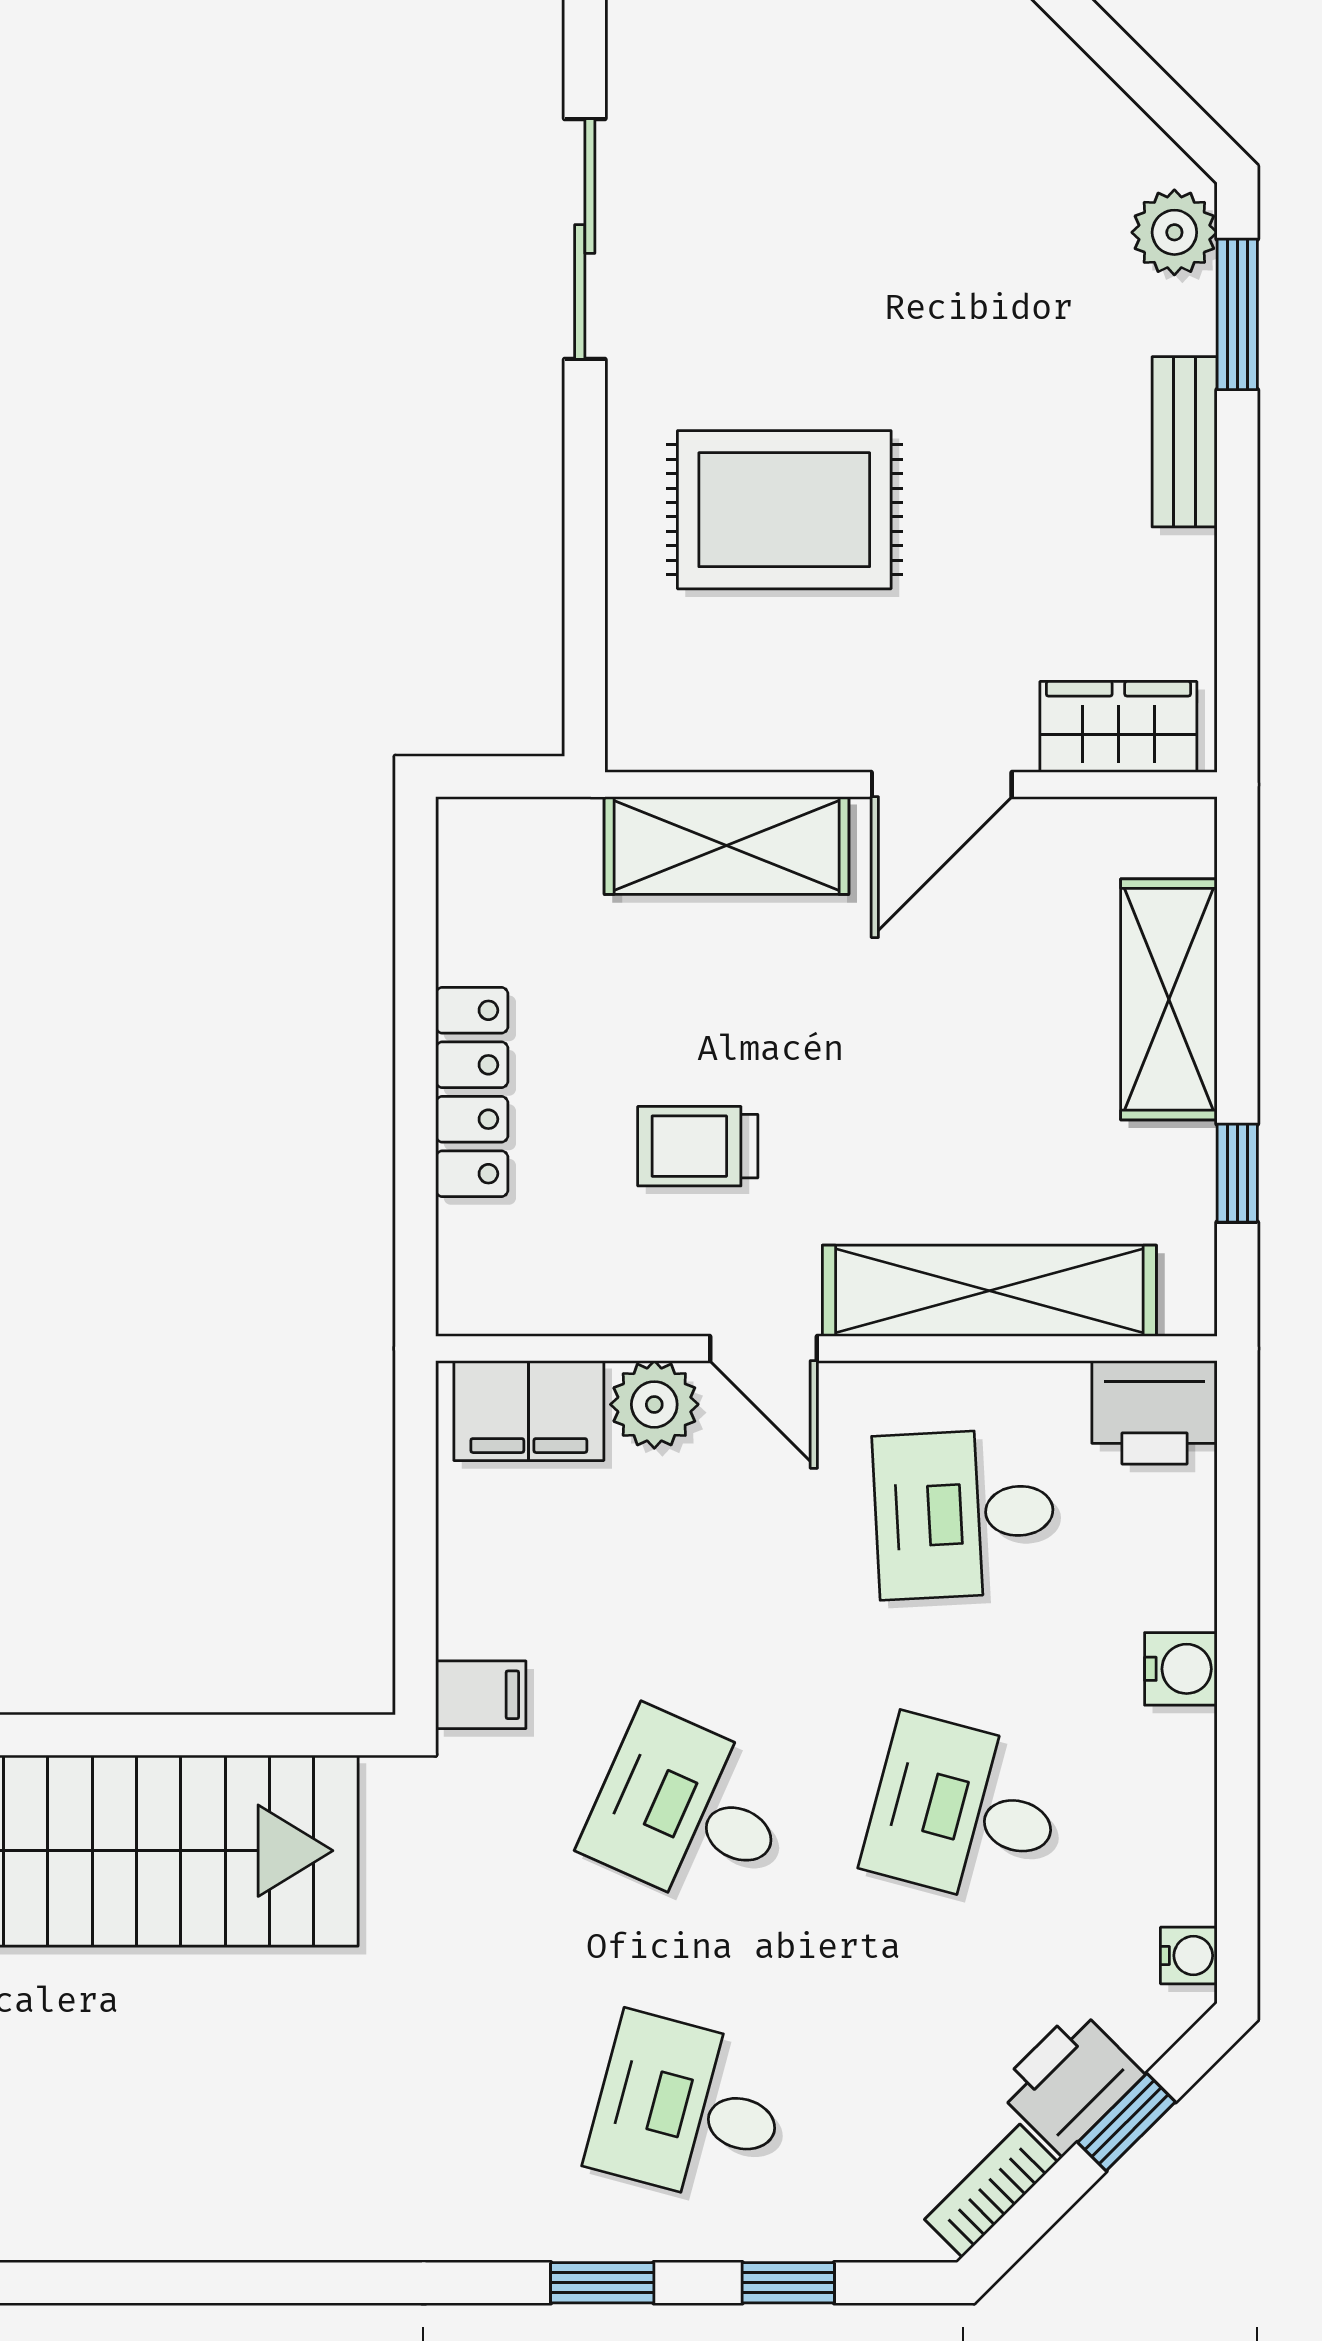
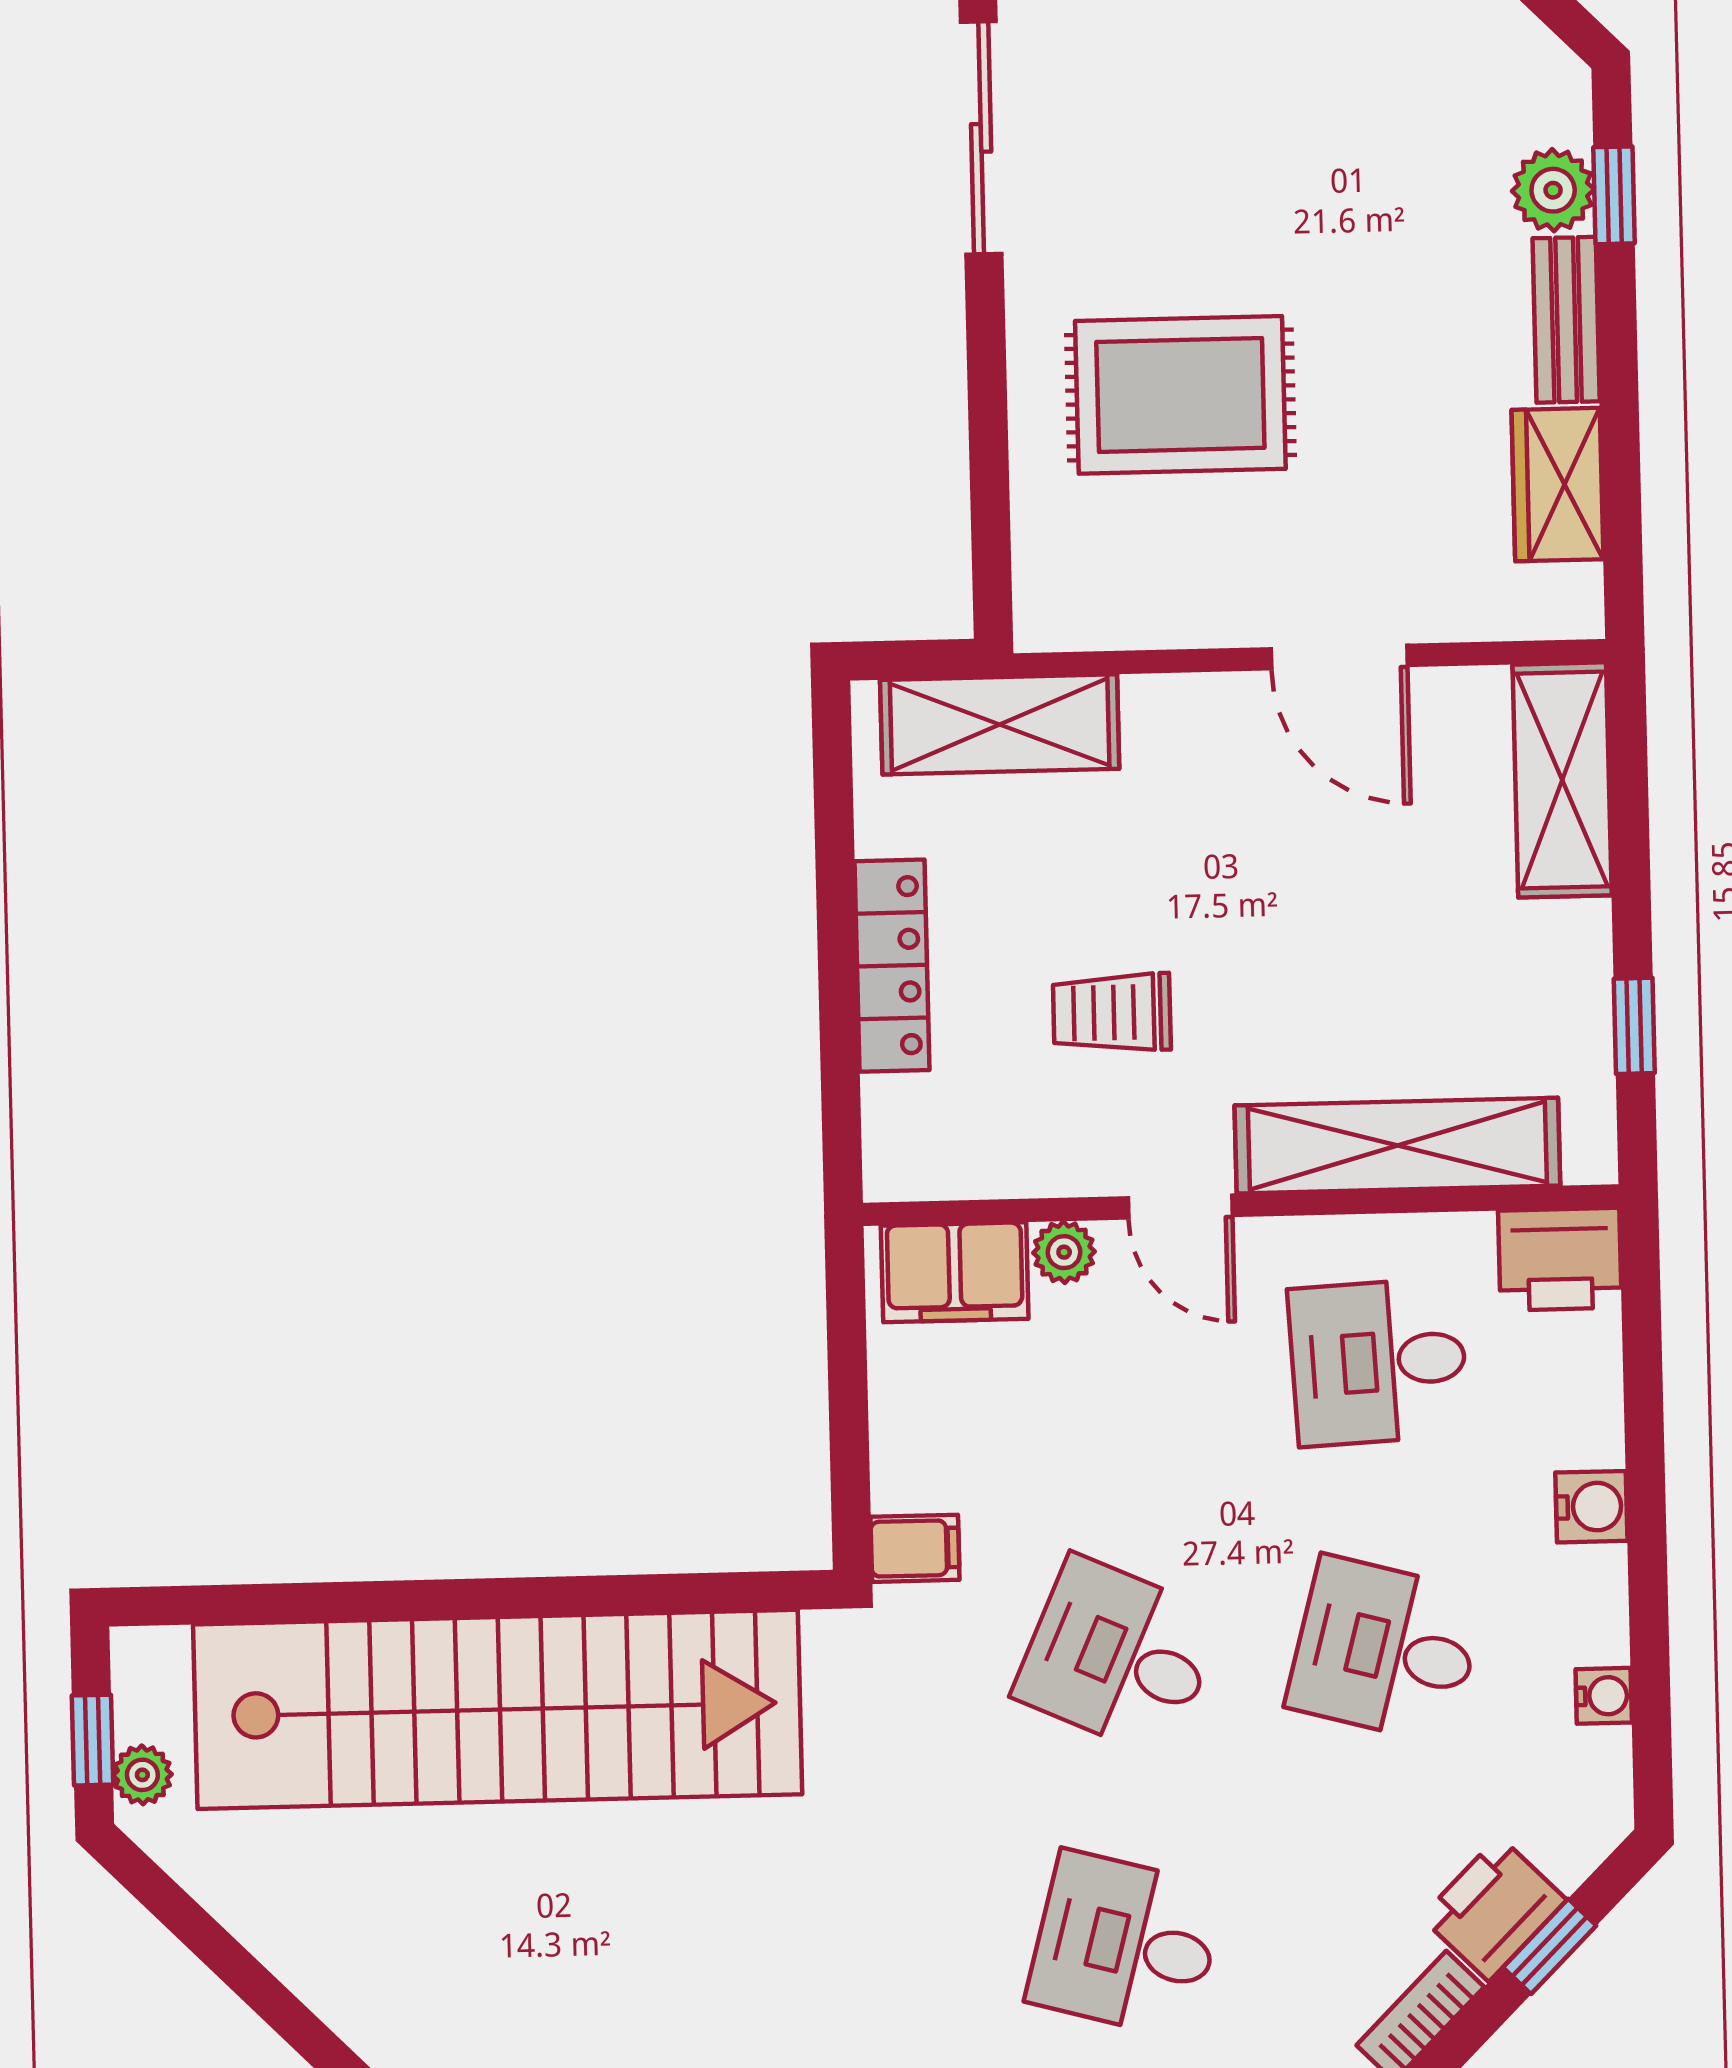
plant: (1174, 232) -> (1553, 190), moved
window: (1237, 314) -> (1614, 195), width x0.67
wardrobe: (1118, 727) -> (1558, 485), moved, turned -90
door: (942, 785) -> (1339, 657), hinge flipped
shelving: (727, 846) -> (1000, 724), moved
shelving: (1169, 999) -> (1562, 780), moved
plant: (654, 1404) -> (1064, 1252), width x0.73, depth x0.73
water cooler: (1189, 1956) -> (1604, 1696), moved

